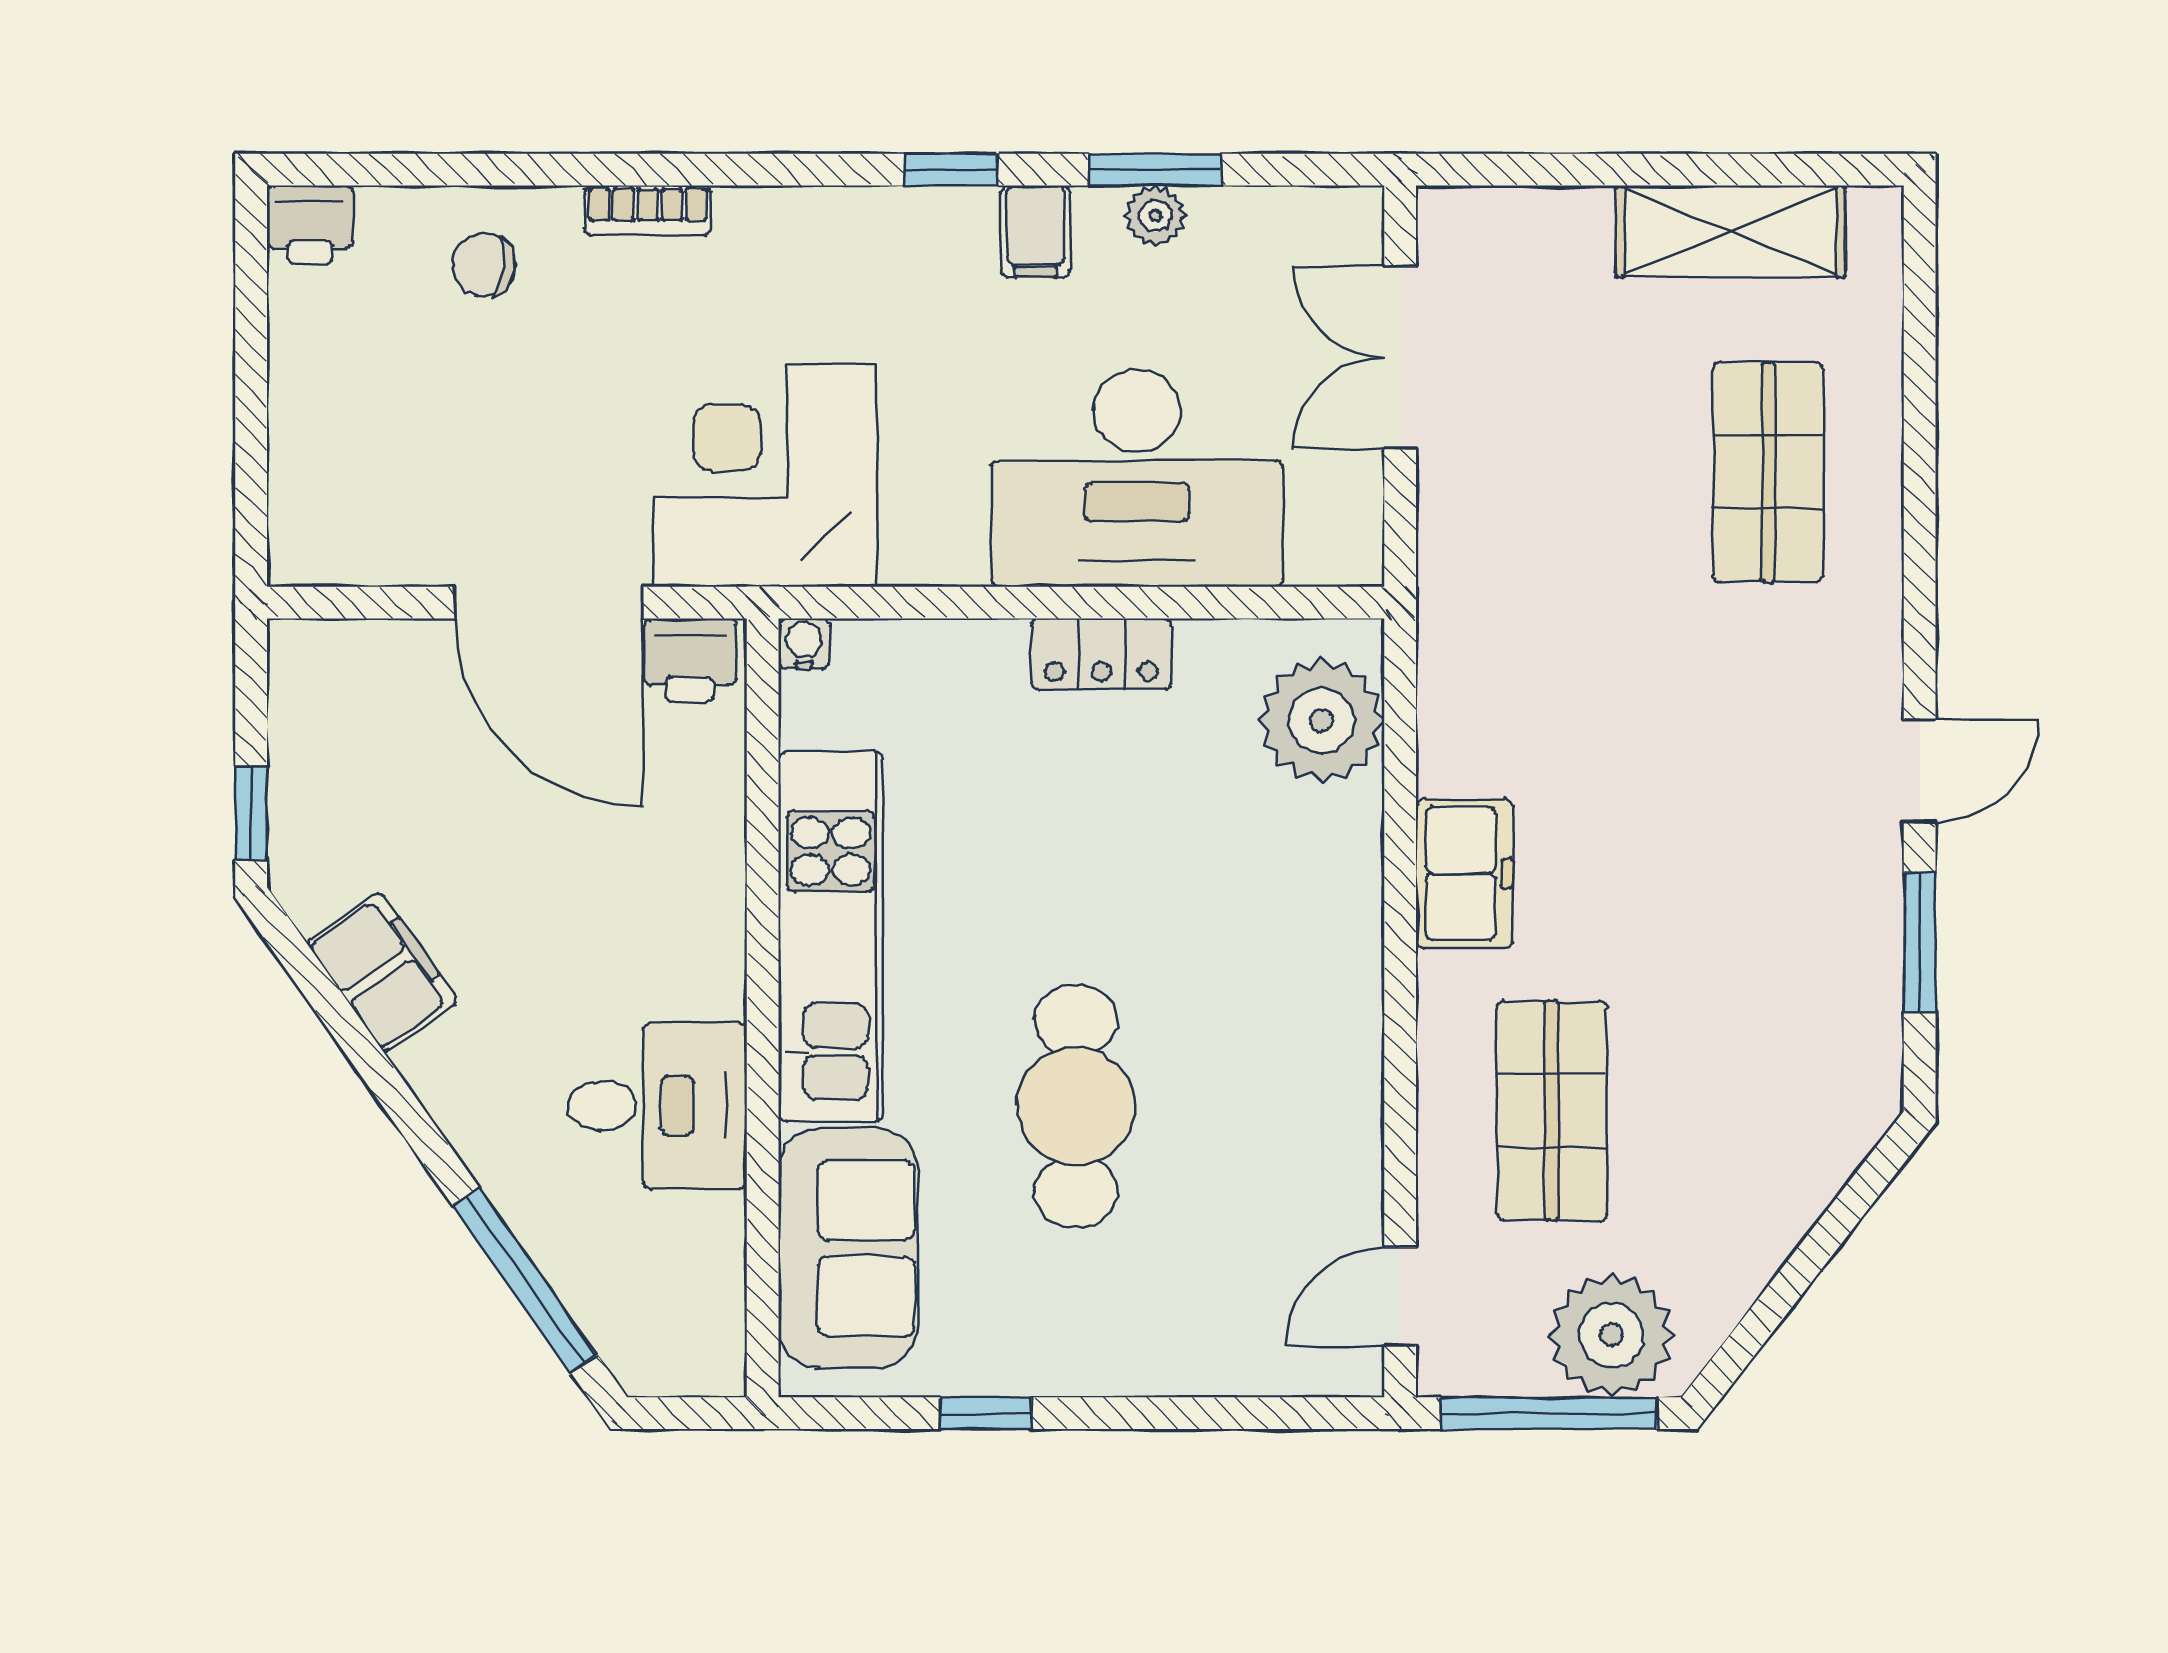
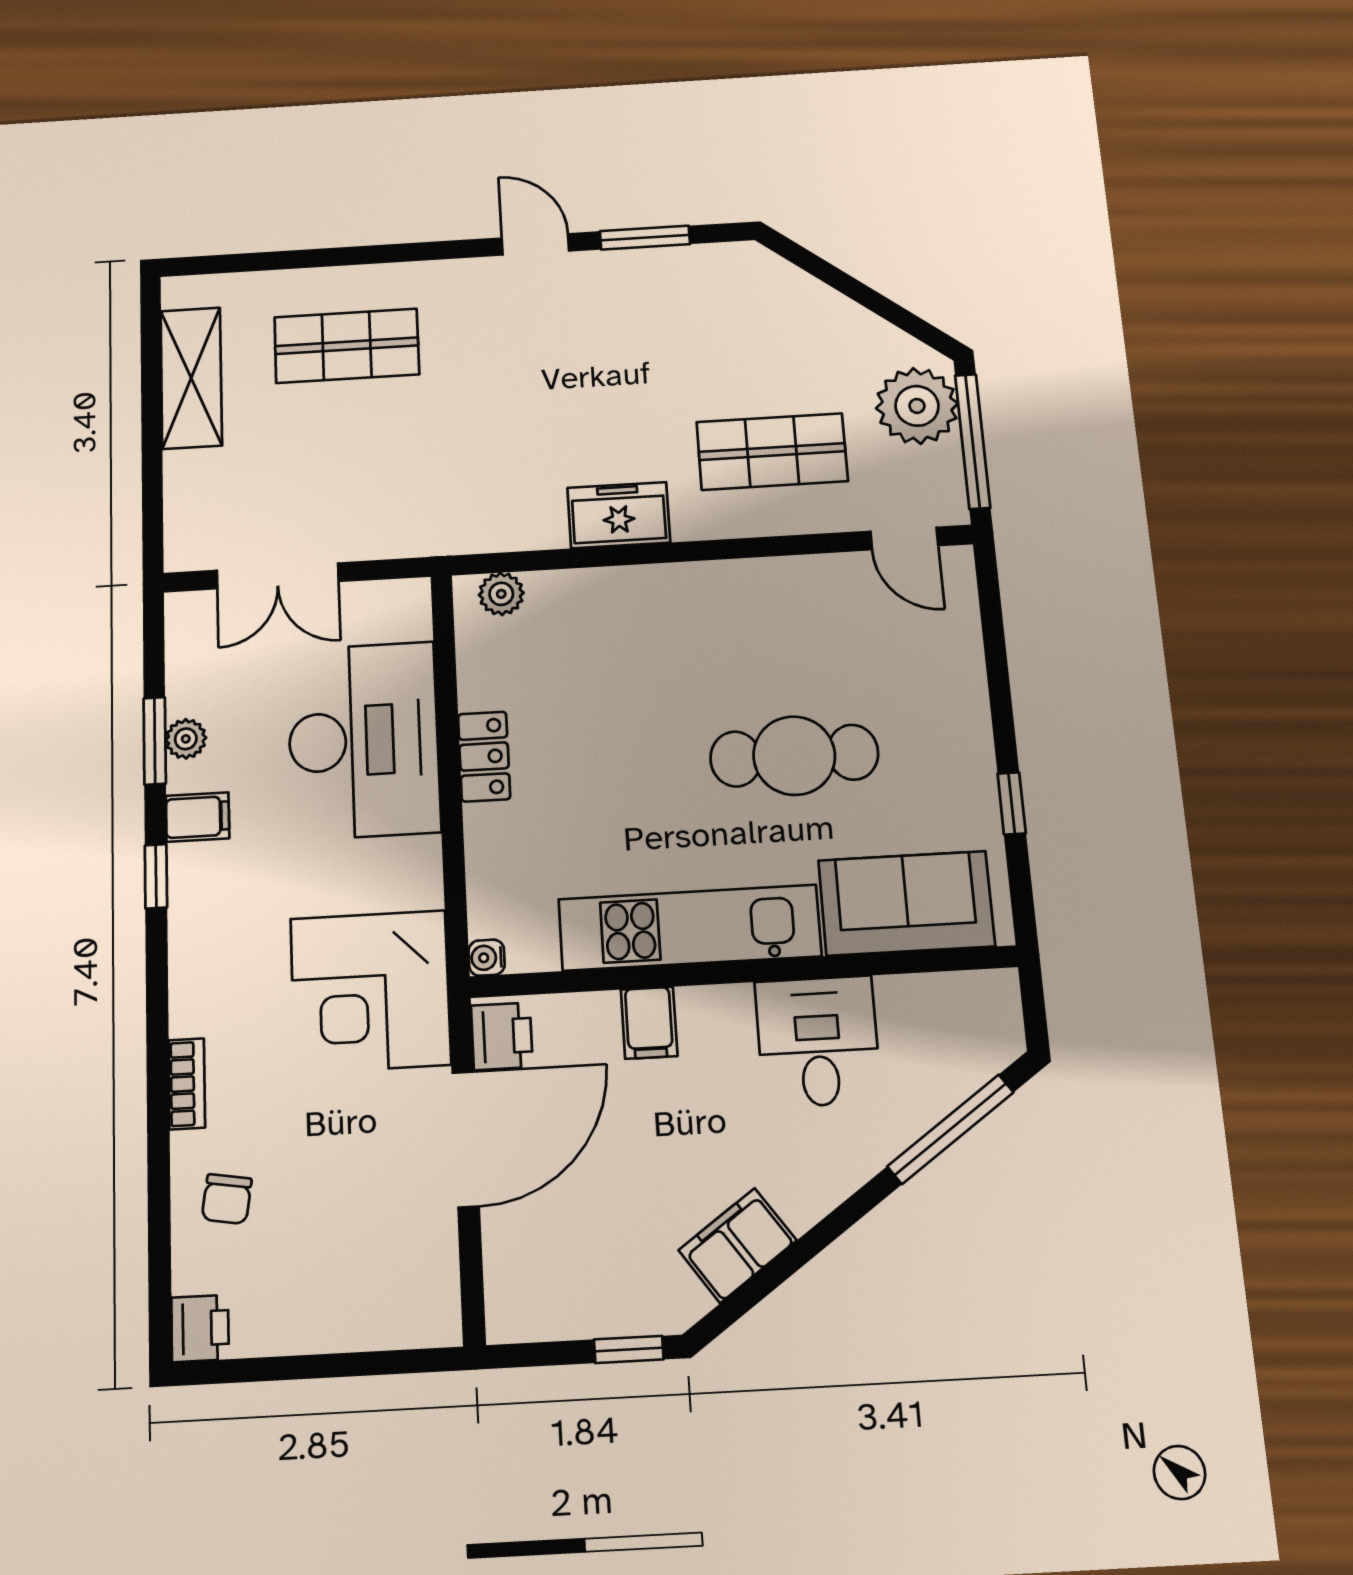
plant: (1322, 720) -> (501, 594), width x0.53, depth x0.53
filing cabinet: (698, 870) -> (649, 1023), added

